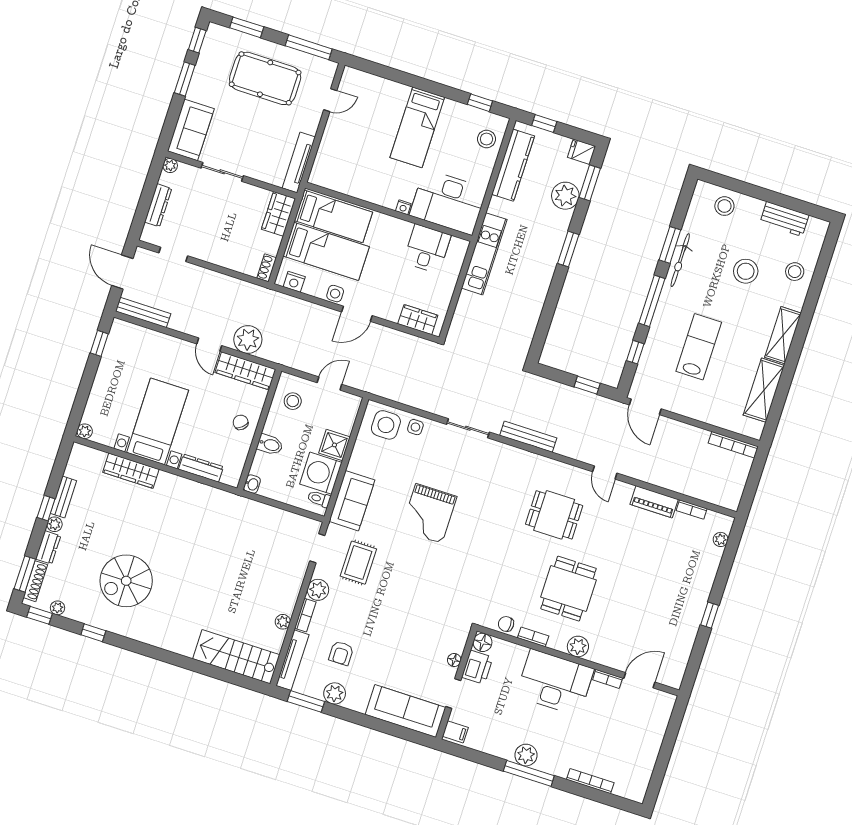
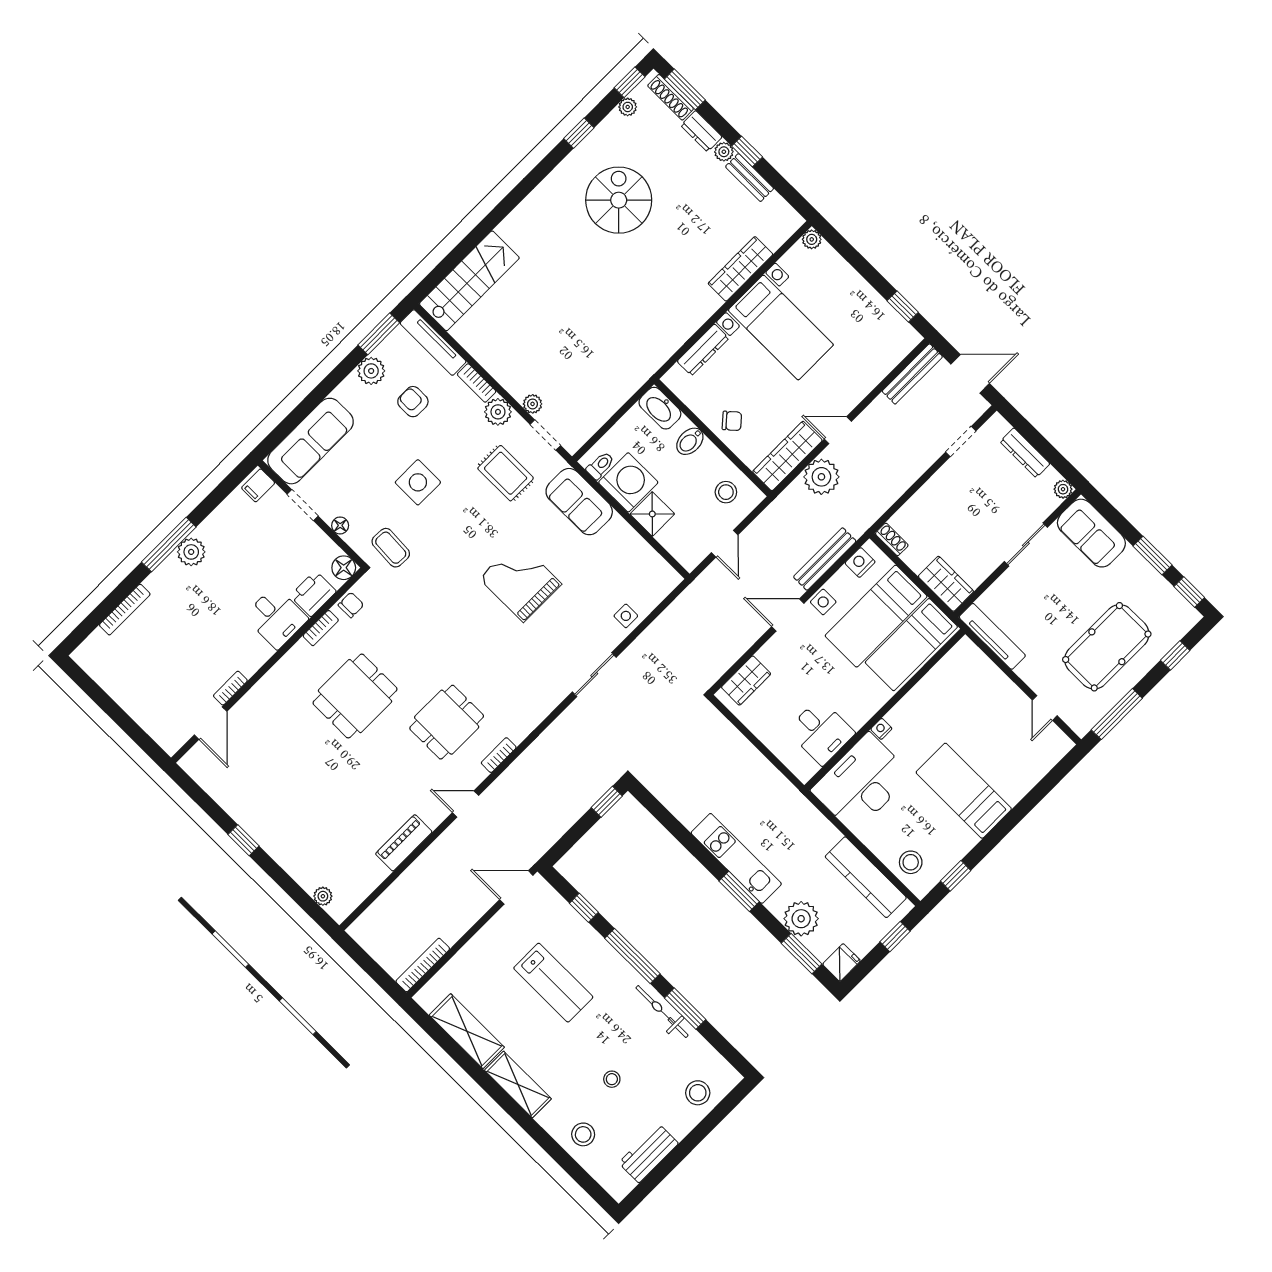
window: (247, 27) -> (1175, 655), width x0.67
kitchen unit: (484, 254) -> (736, 858), moved, turned 180
stool: (746, 271) -> (612, 1079), width x0.53, depth x0.53
door: (357, 314) -> (788, 615), hinge flipped
window: (587, 385) -> (607, 802), moved
side table: (386, 425) -> (418, 482), moved
bench: (528, 437) -> (825, 559), moved
washbasin: (252, 484) -> (660, 408), width x1.91, depth x1.45
bookcase: (692, 510) -> (499, 755), moved
dining table: (569, 589) -> (355, 696), turned 90
coffee table: (452, 617) -> (391, 548), added
plant: (283, 622) -> (533, 404), moved
plant: (578, 646) -> (284, 673), removed
printer: (477, 667) -> (313, 594), moved, turned 90
desk: (555, 682) -> (276, 618), width x0.53, depth x0.77

